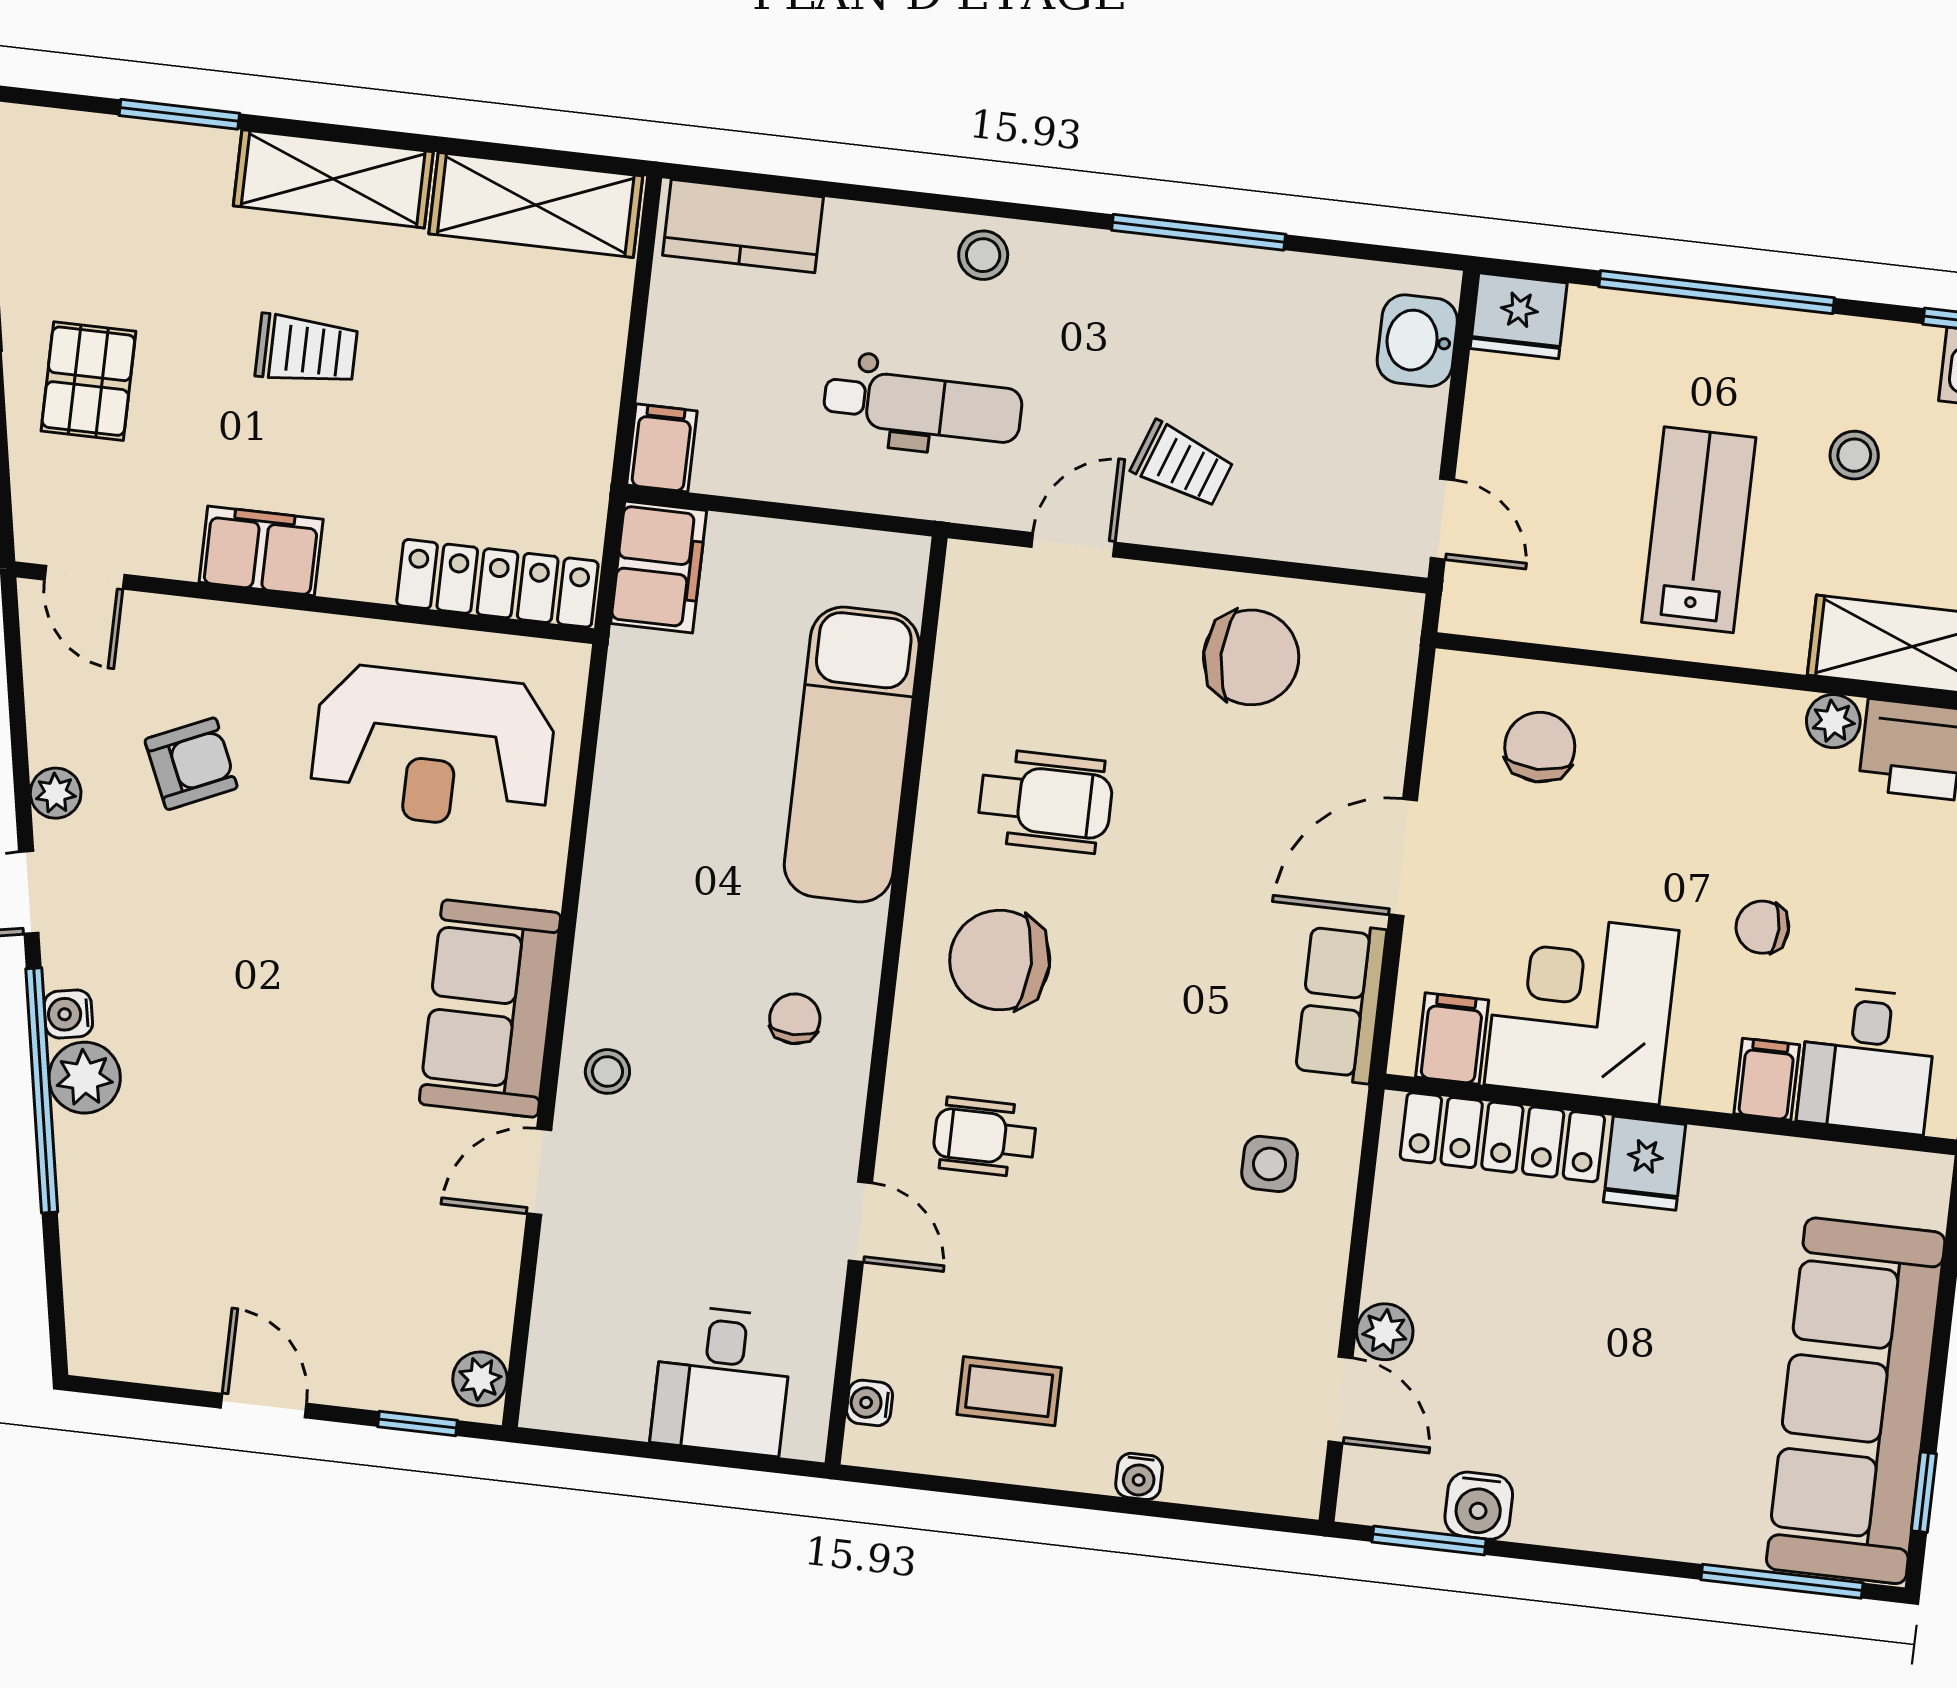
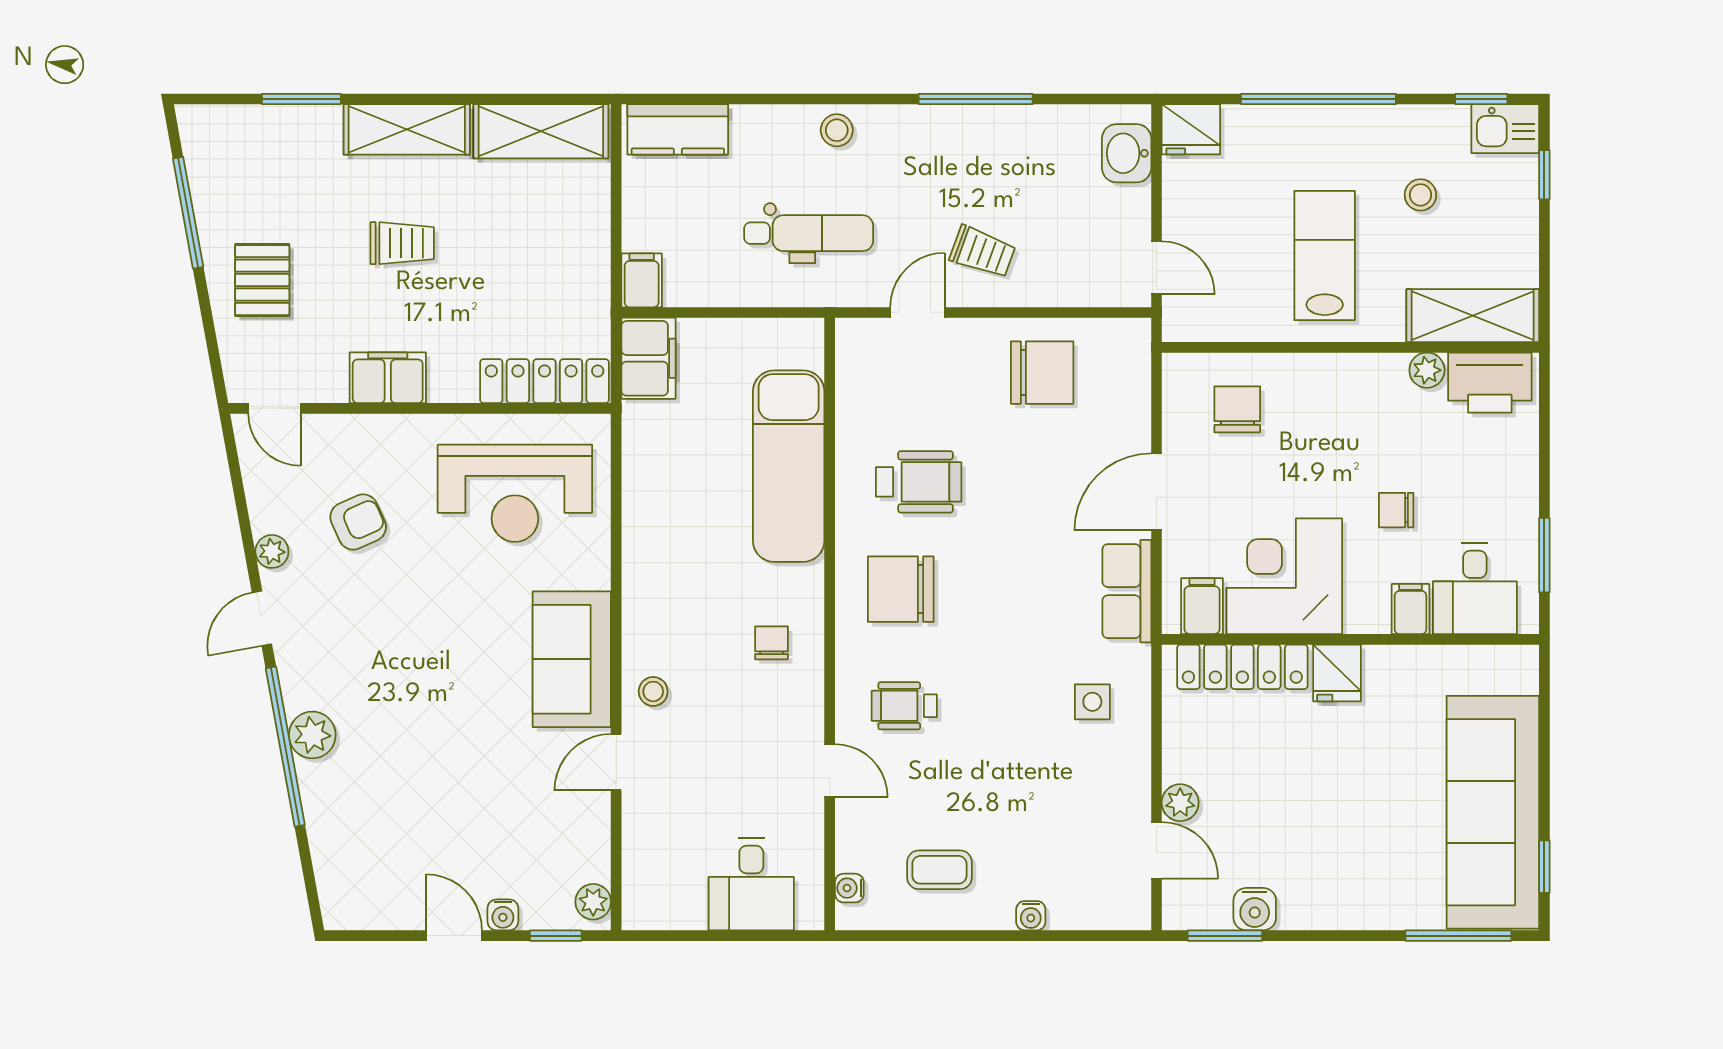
water cooler: (68, 1014) -> (503, 915), moved, turned -80

